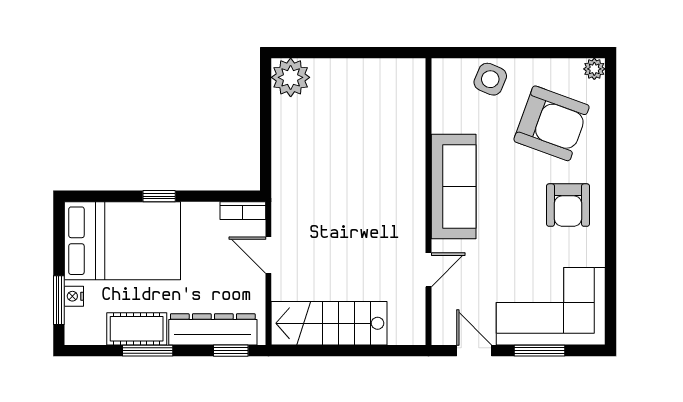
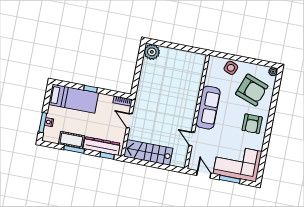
bed: (122, 241) -> (73, 99), width x0.67
door: (429, 270) -> (192, 139), swing flipped

